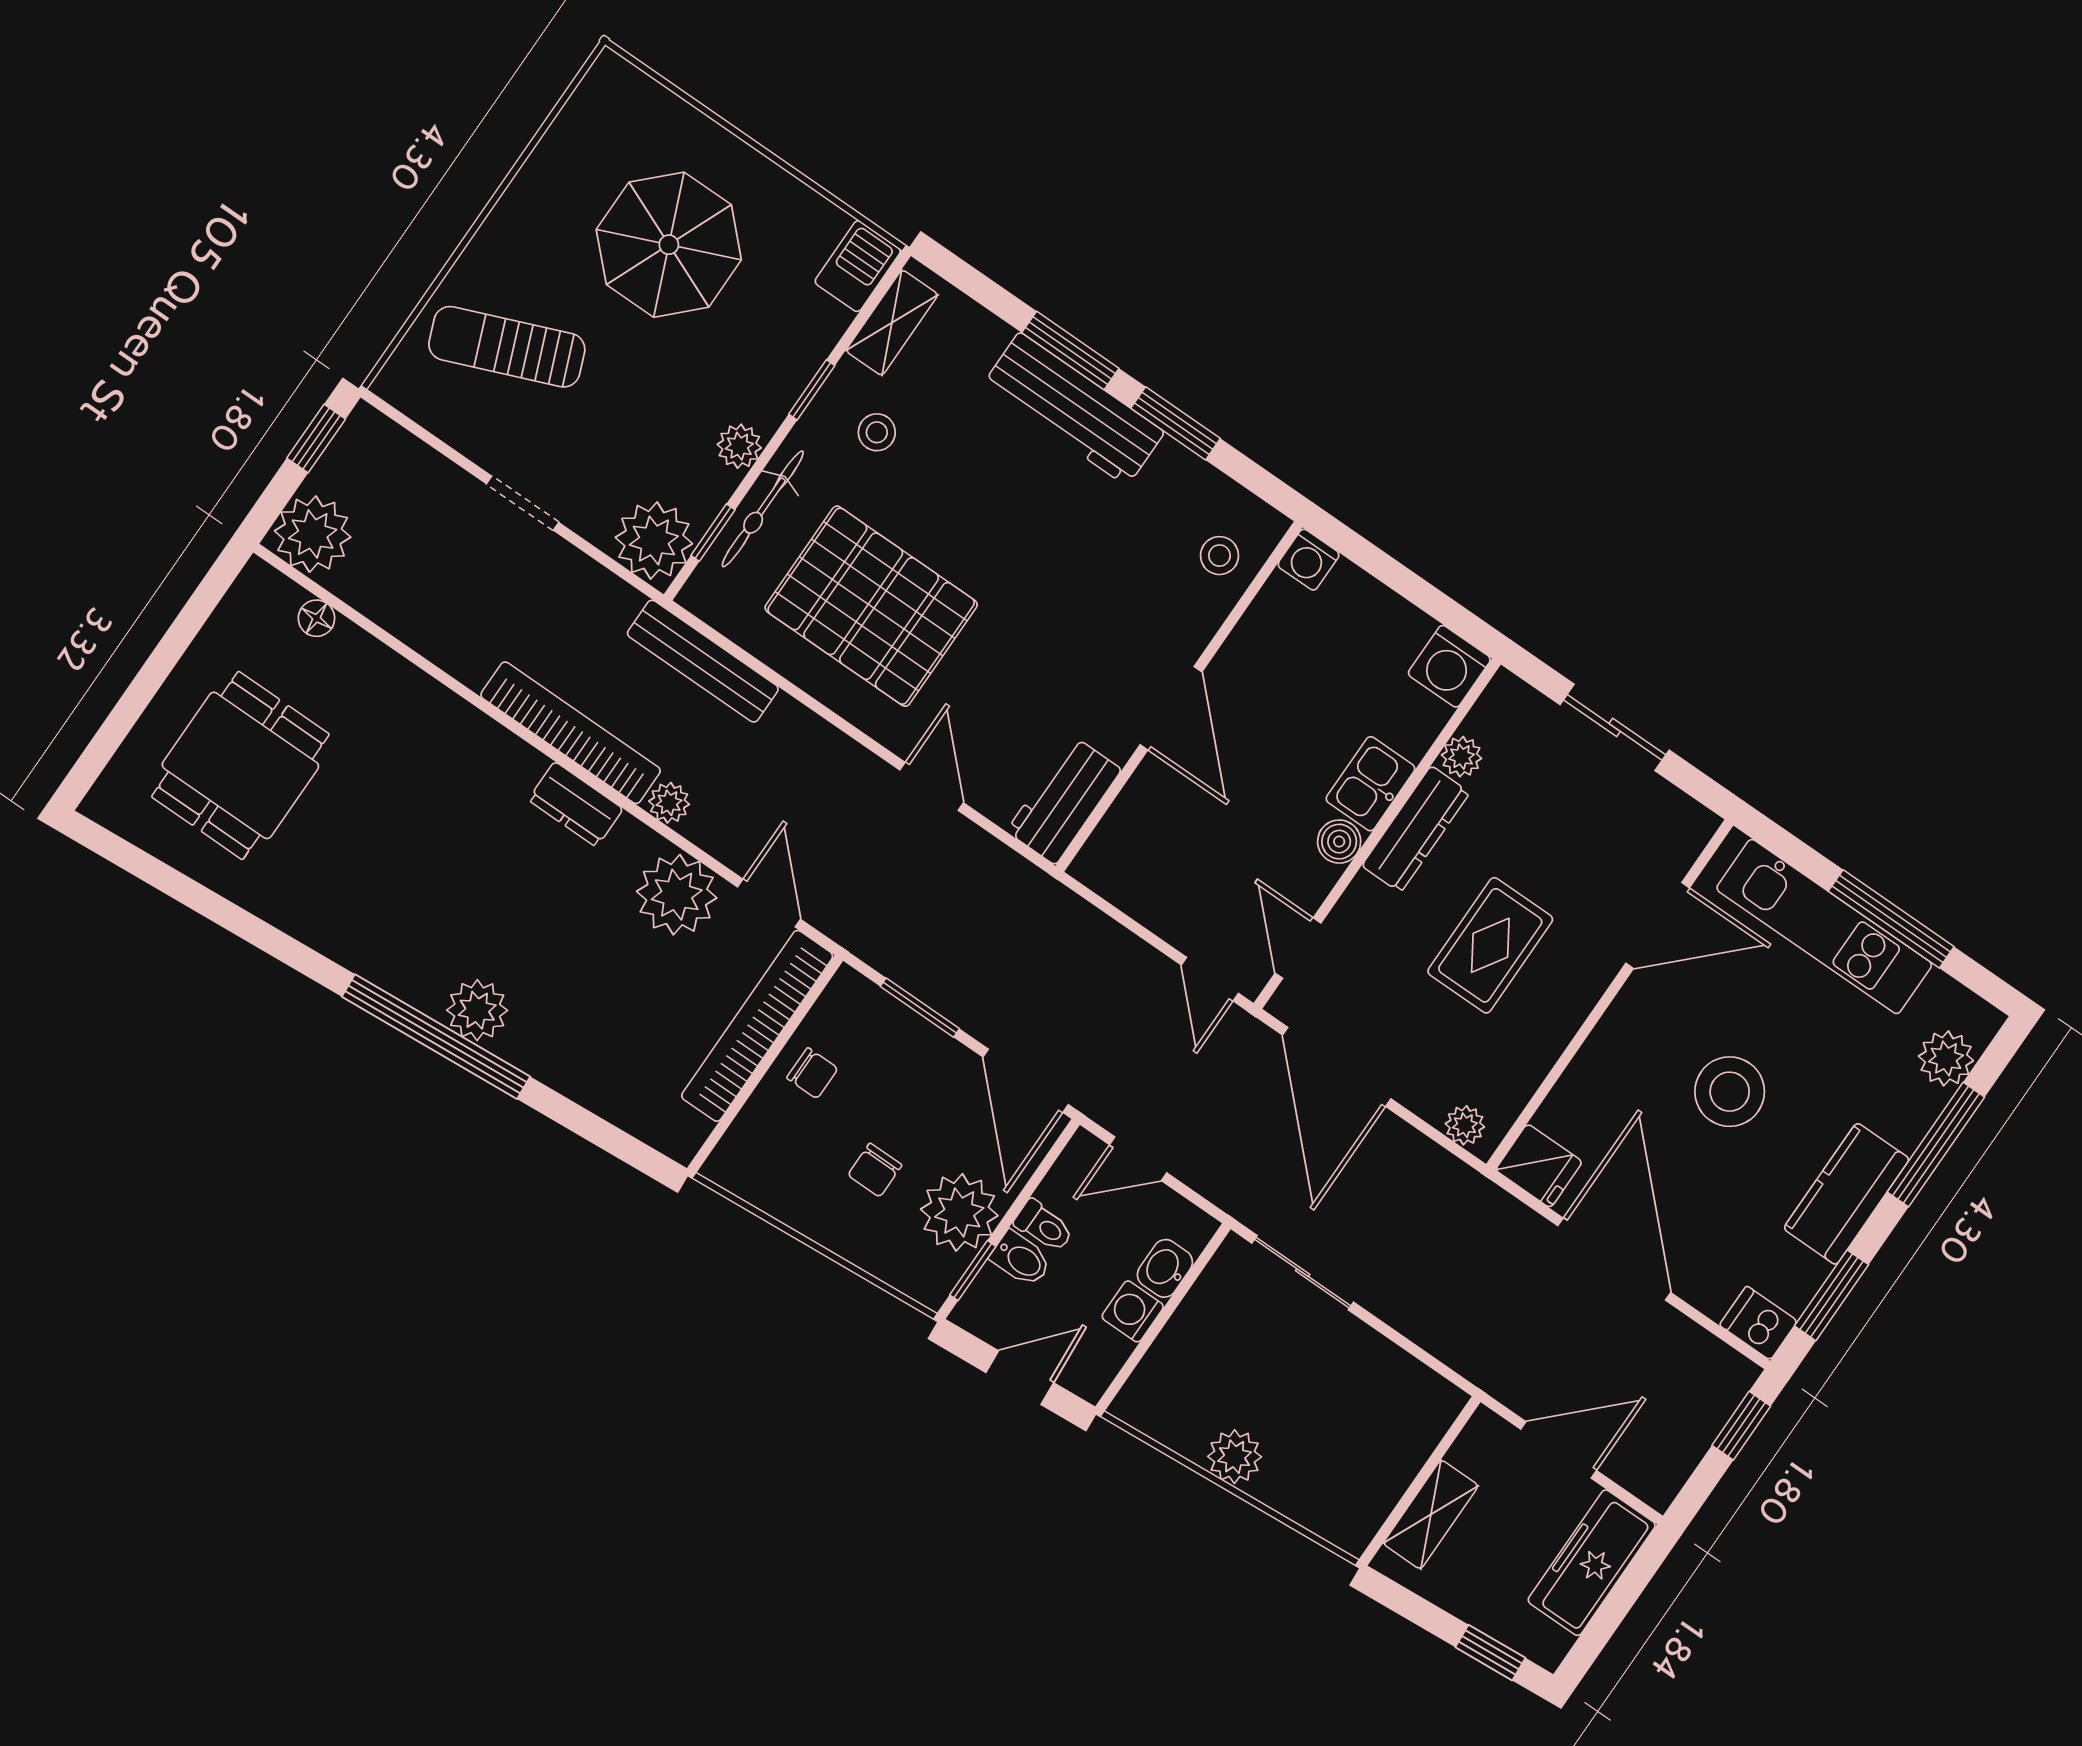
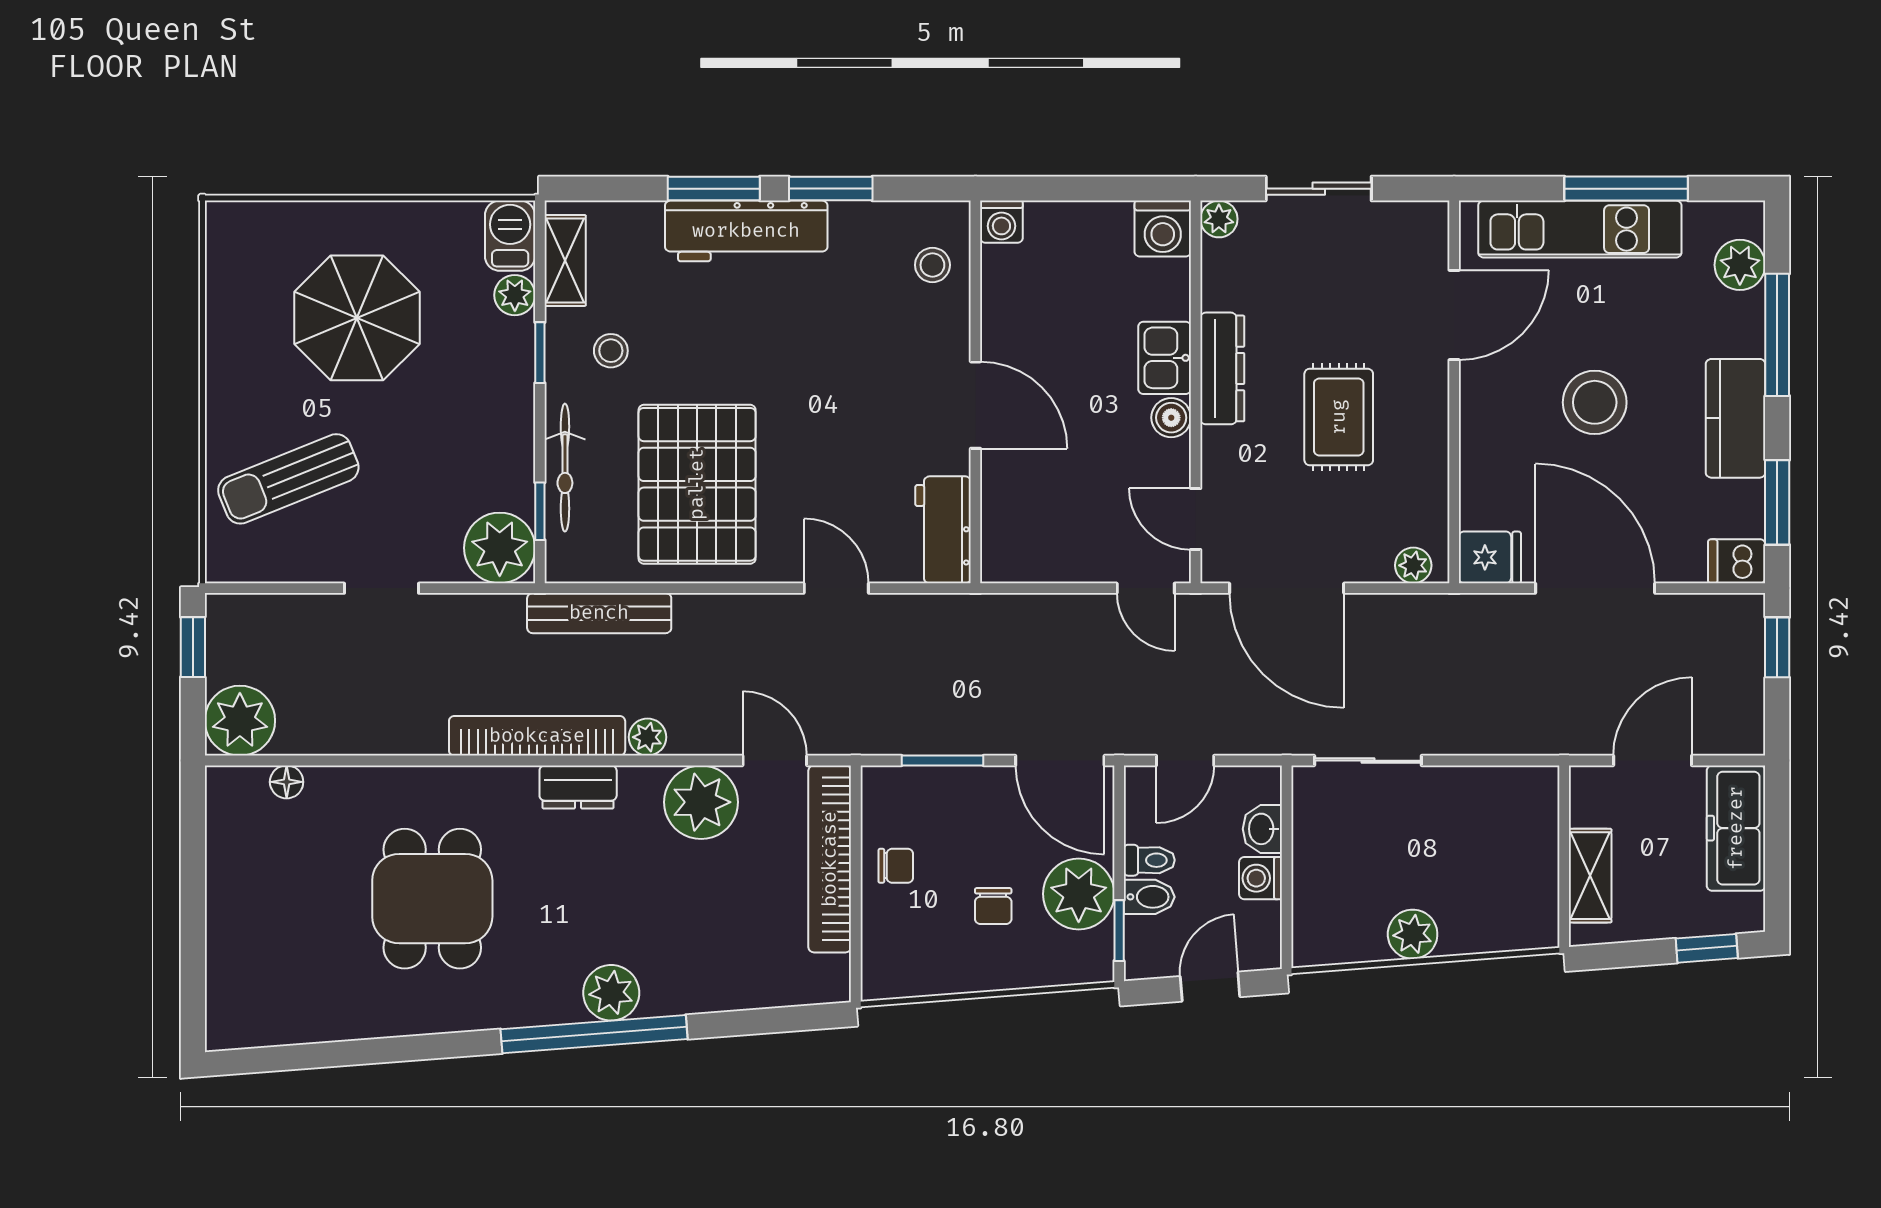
plant: (739, 446) -> (515, 295), moved
pallet: (871, 606) -> (697, 484), turned 90
plant: (1462, 757) -> (1219, 219), moved
dining table: (240, 765) -> (432, 899), moved

